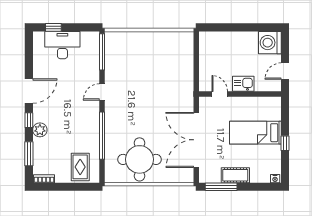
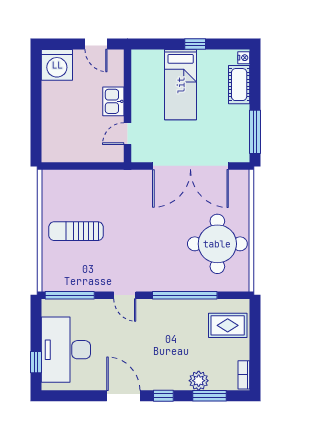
desk: (62, 45) -> (66, 350), width x1.36, depth x1.30
sun lounger: (149, 57) -> (76, 231), added
plant: (40, 130) -> (199, 381), moved
cot: (235, 175) -> (239, 85), moved

